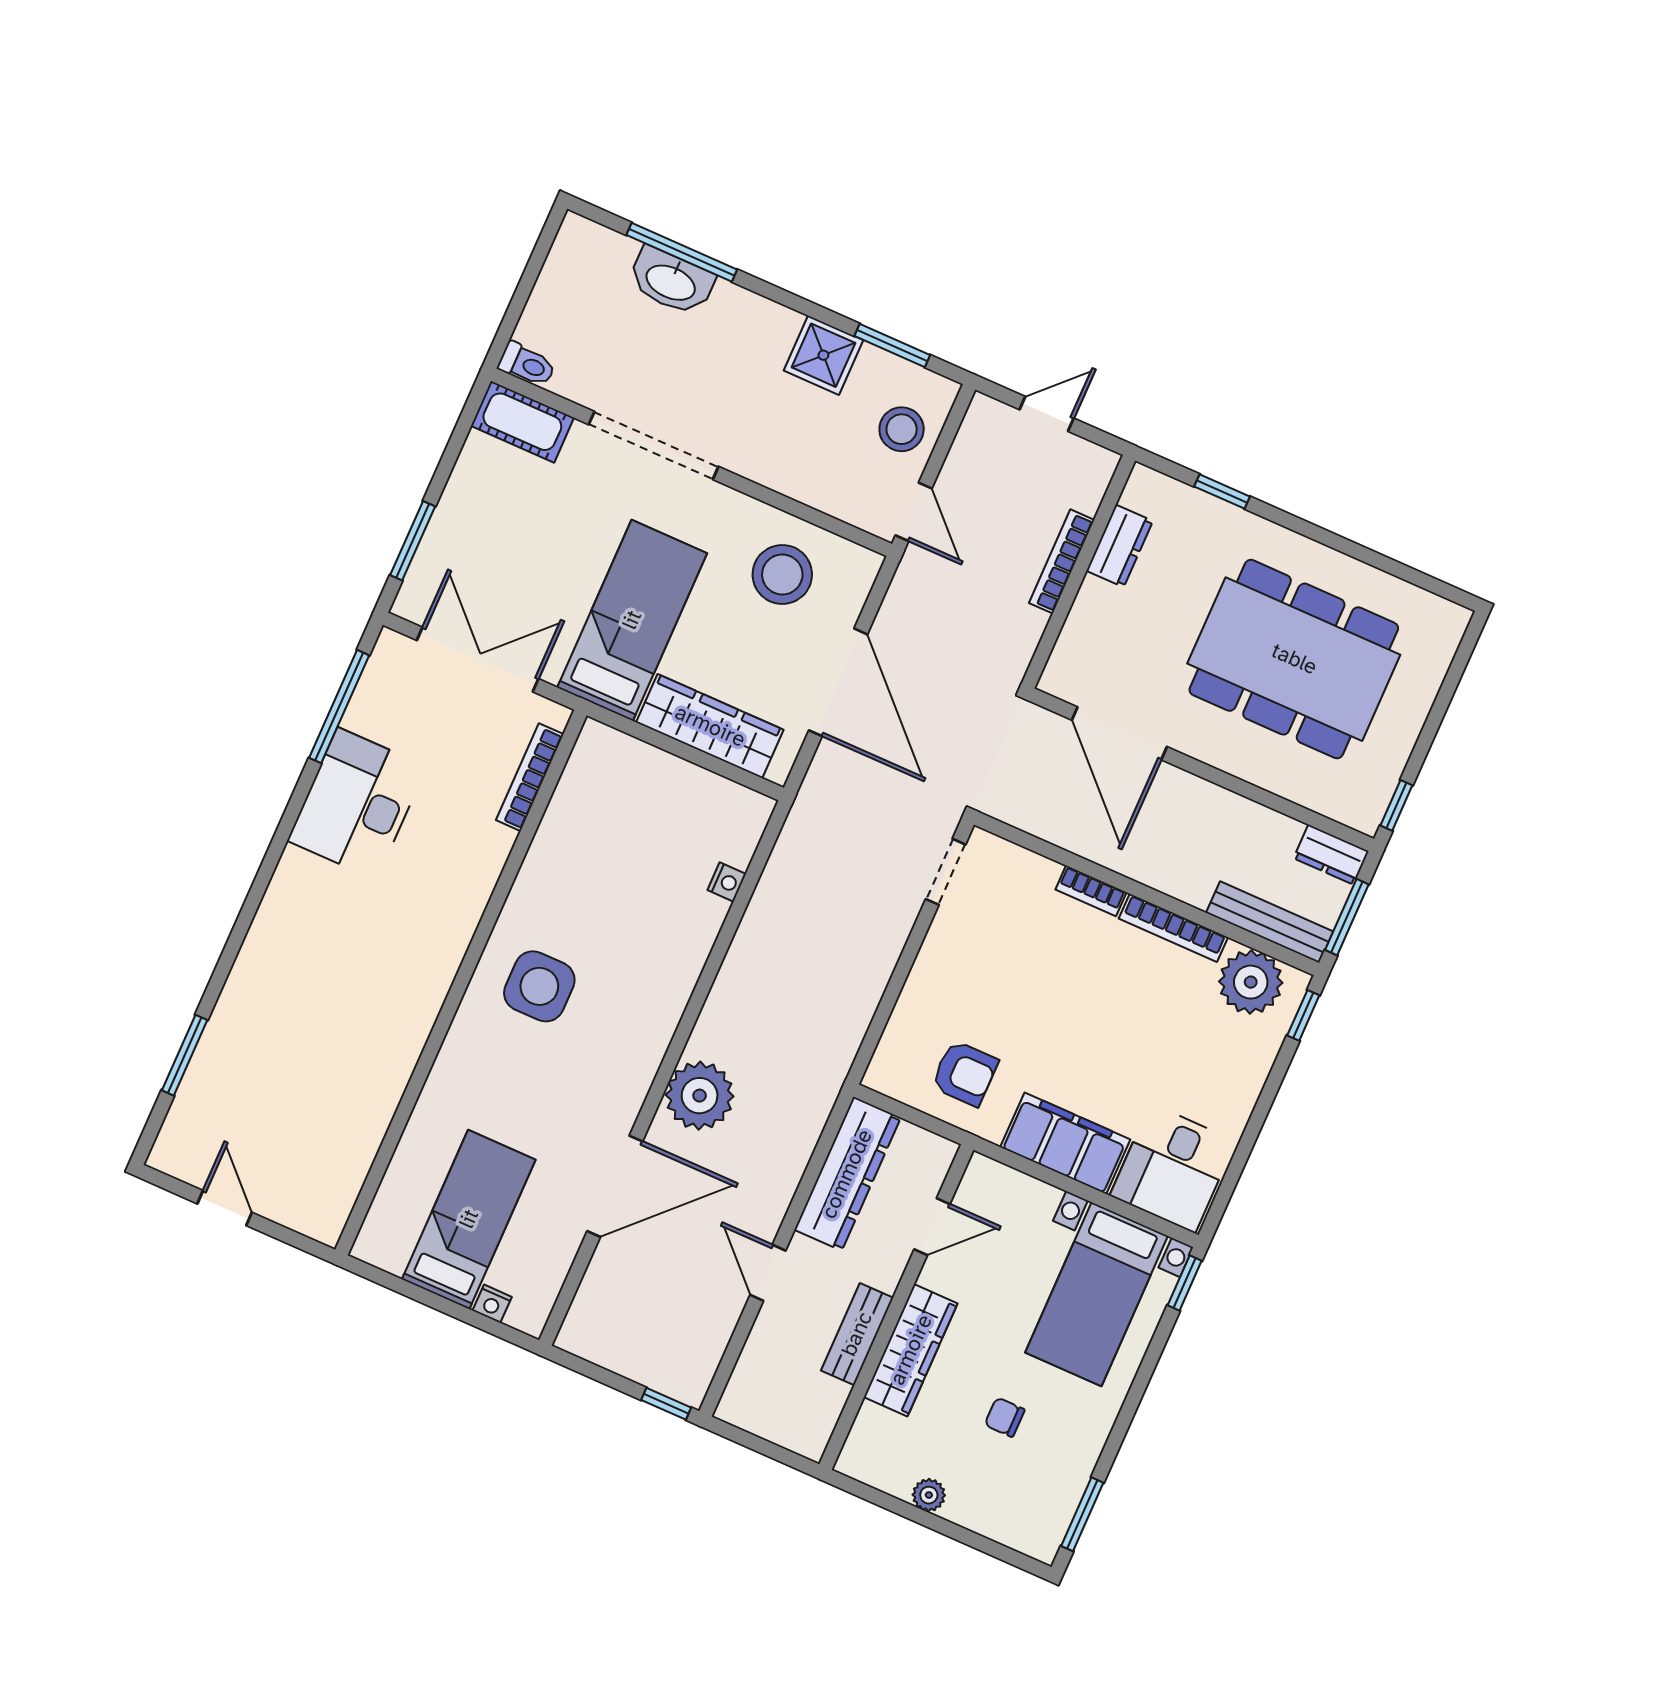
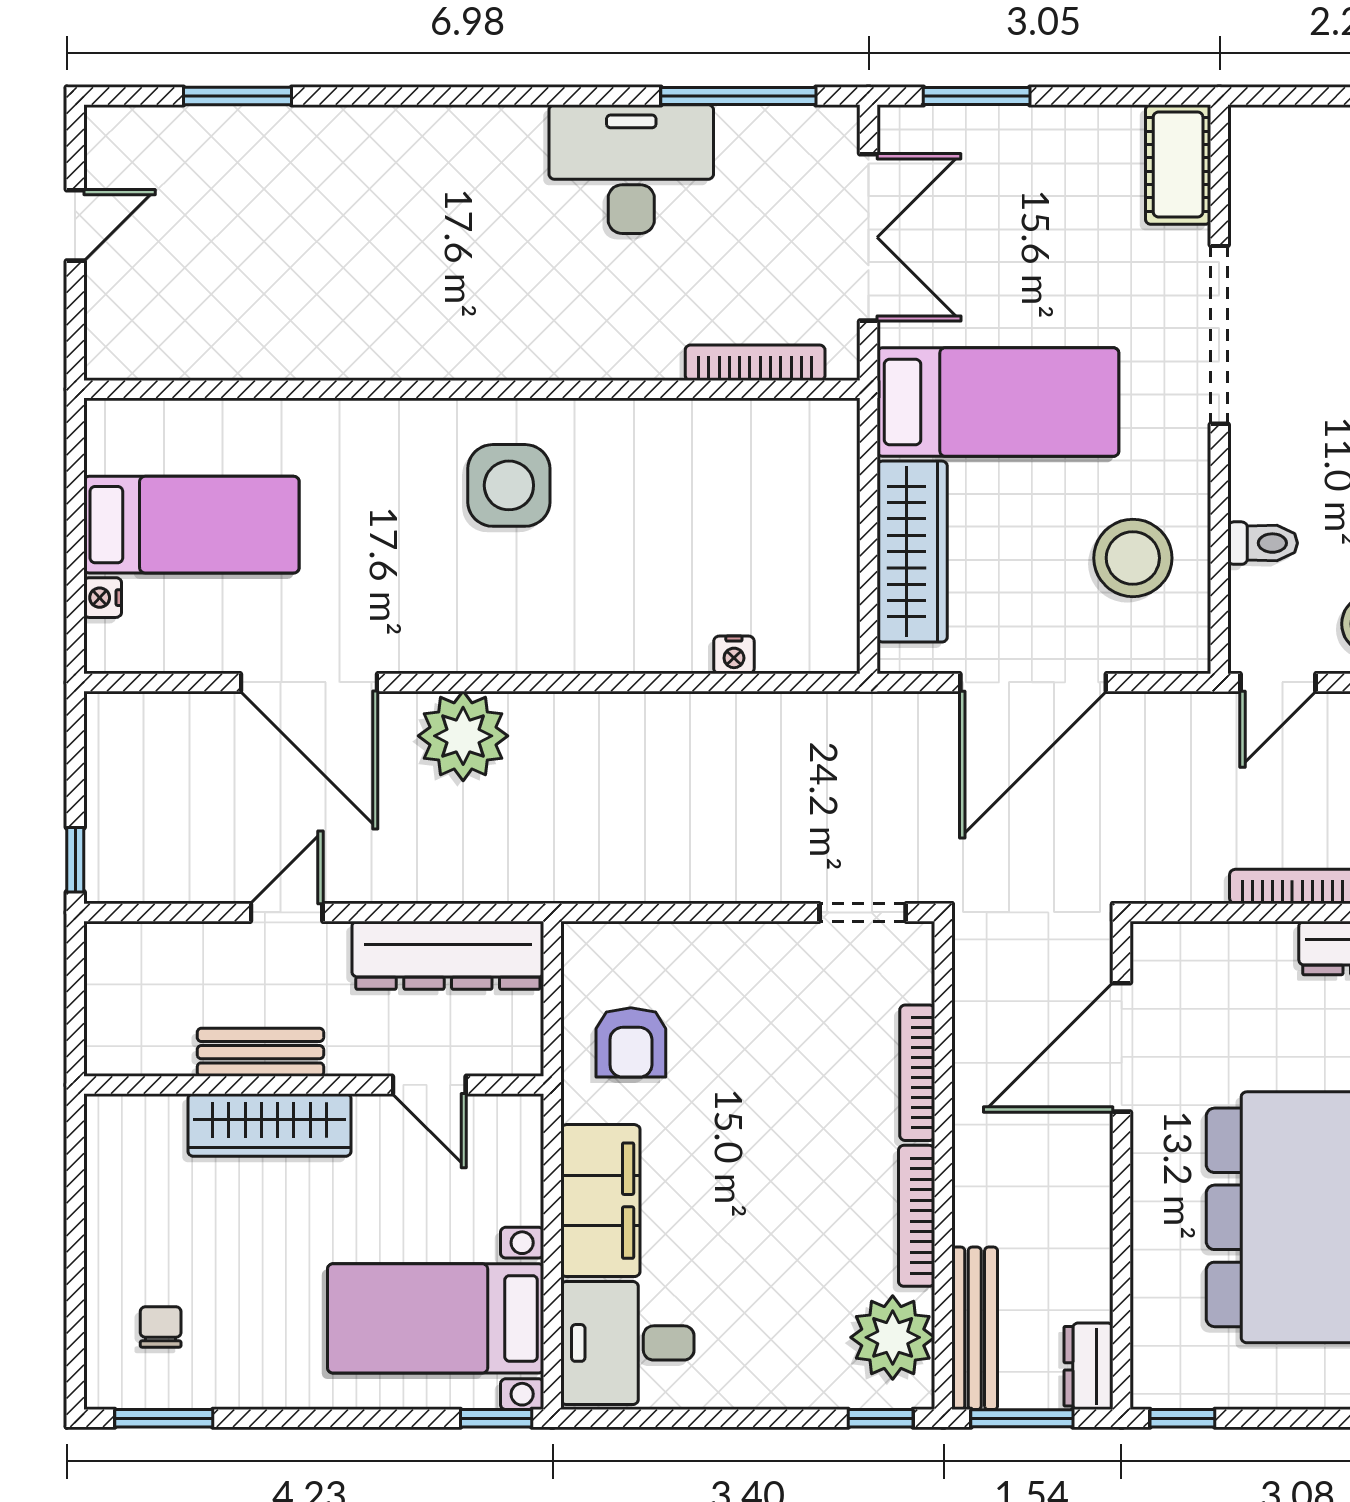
toilet: (527, 364) -> (1263, 543), moved, turned -90
bookcase: (1091, 891) -> (917, 1073), width x1.56
chair: (1005, 1417) -> (161, 1327), moved
plant: (929, 1495) -> (105, 1224), removed

